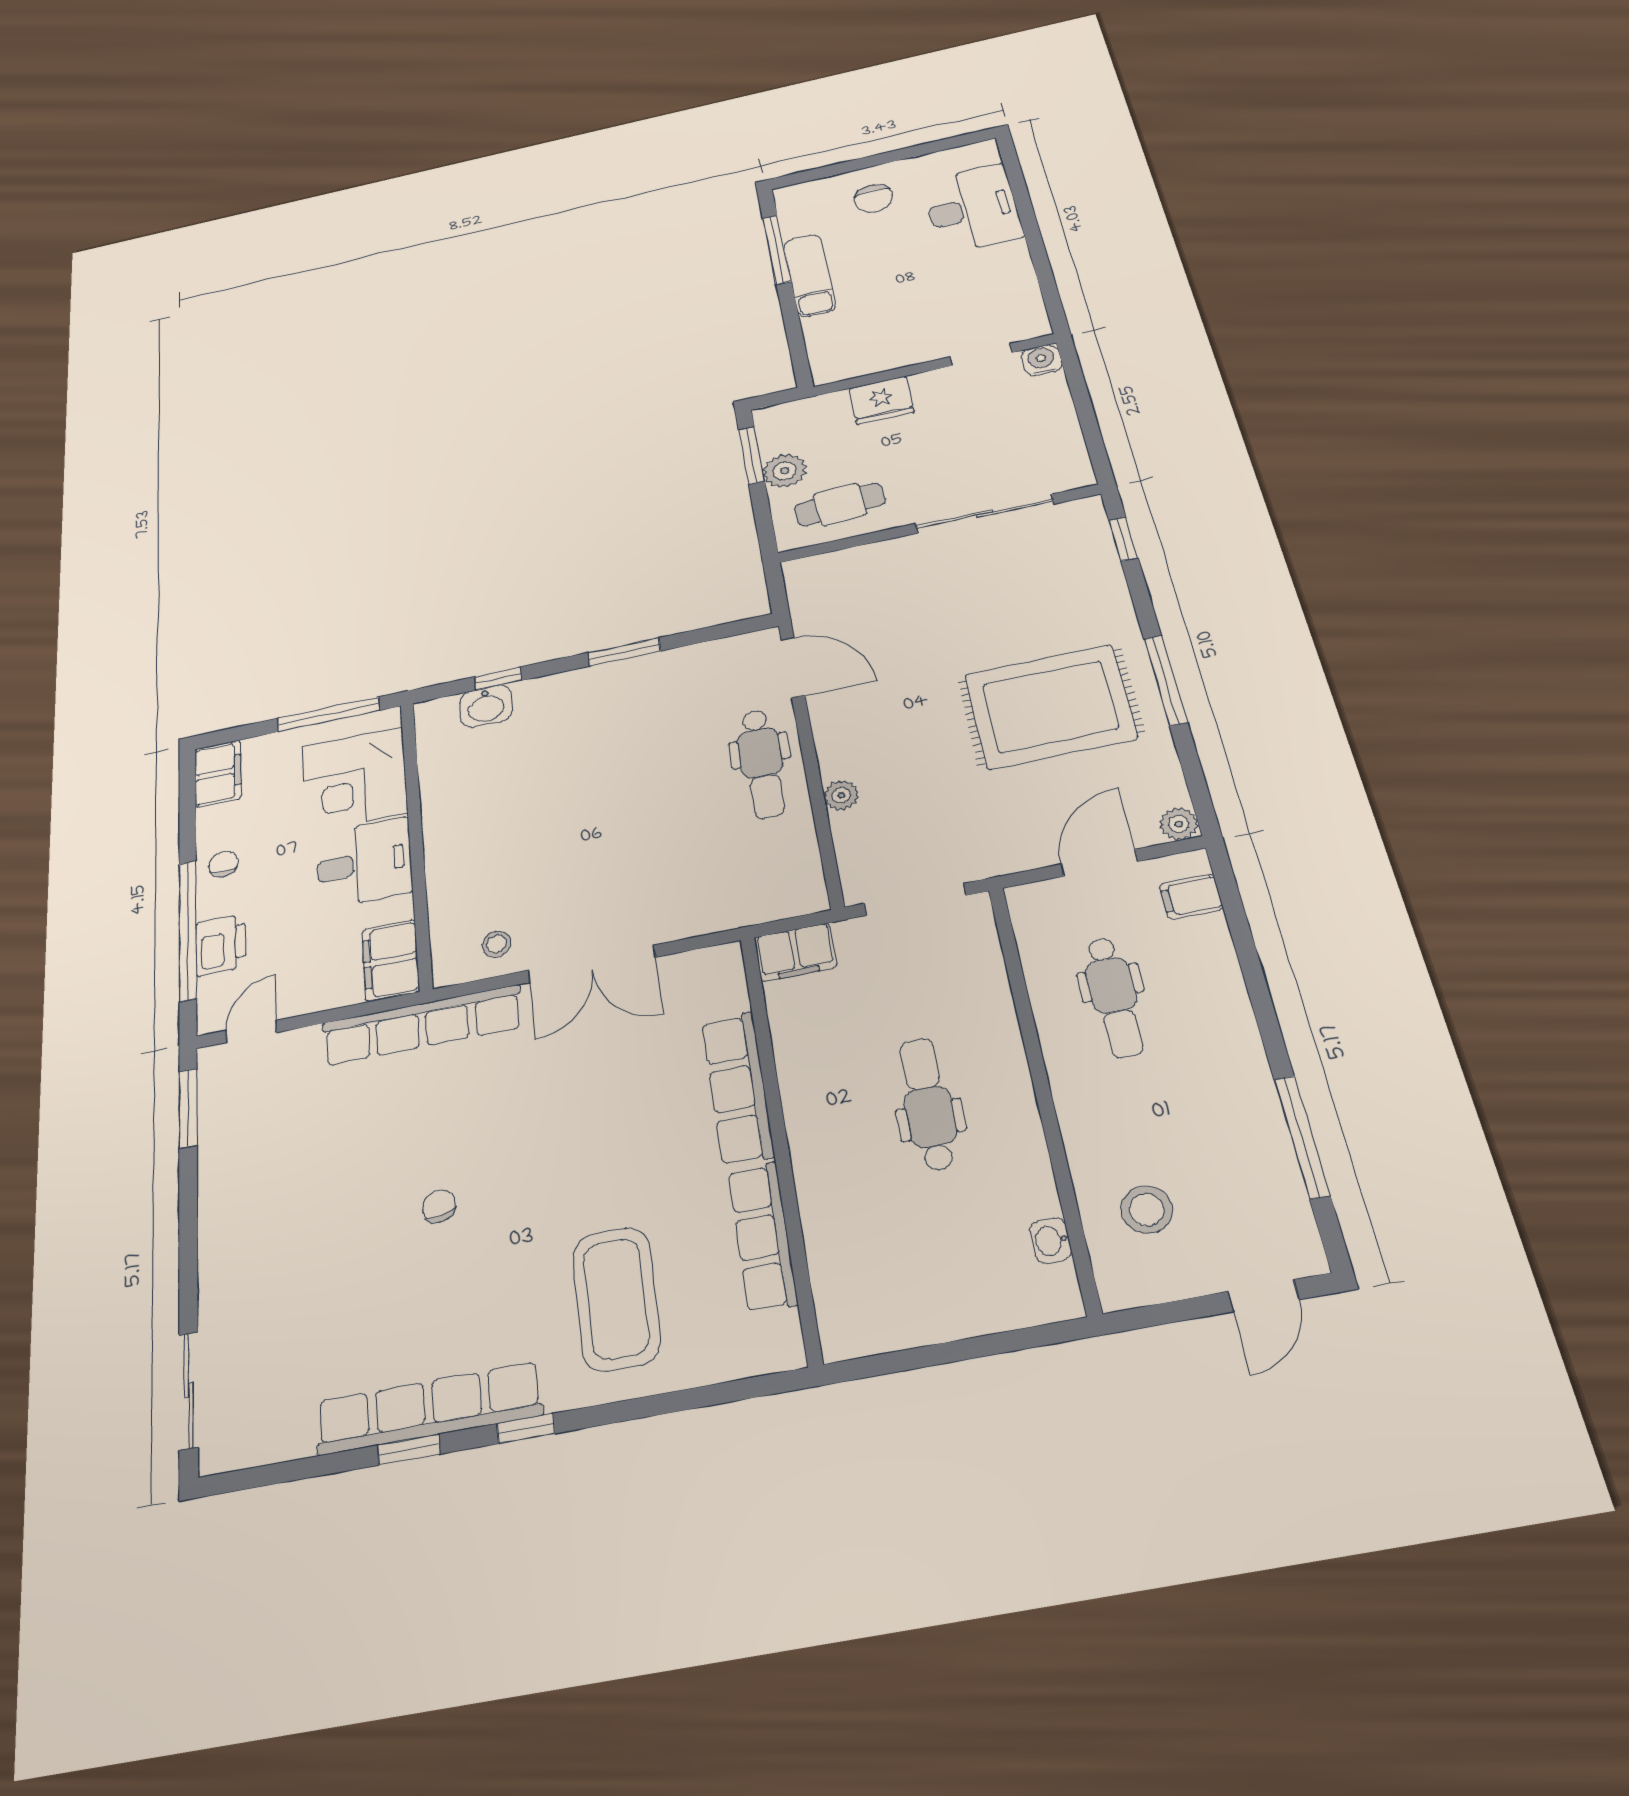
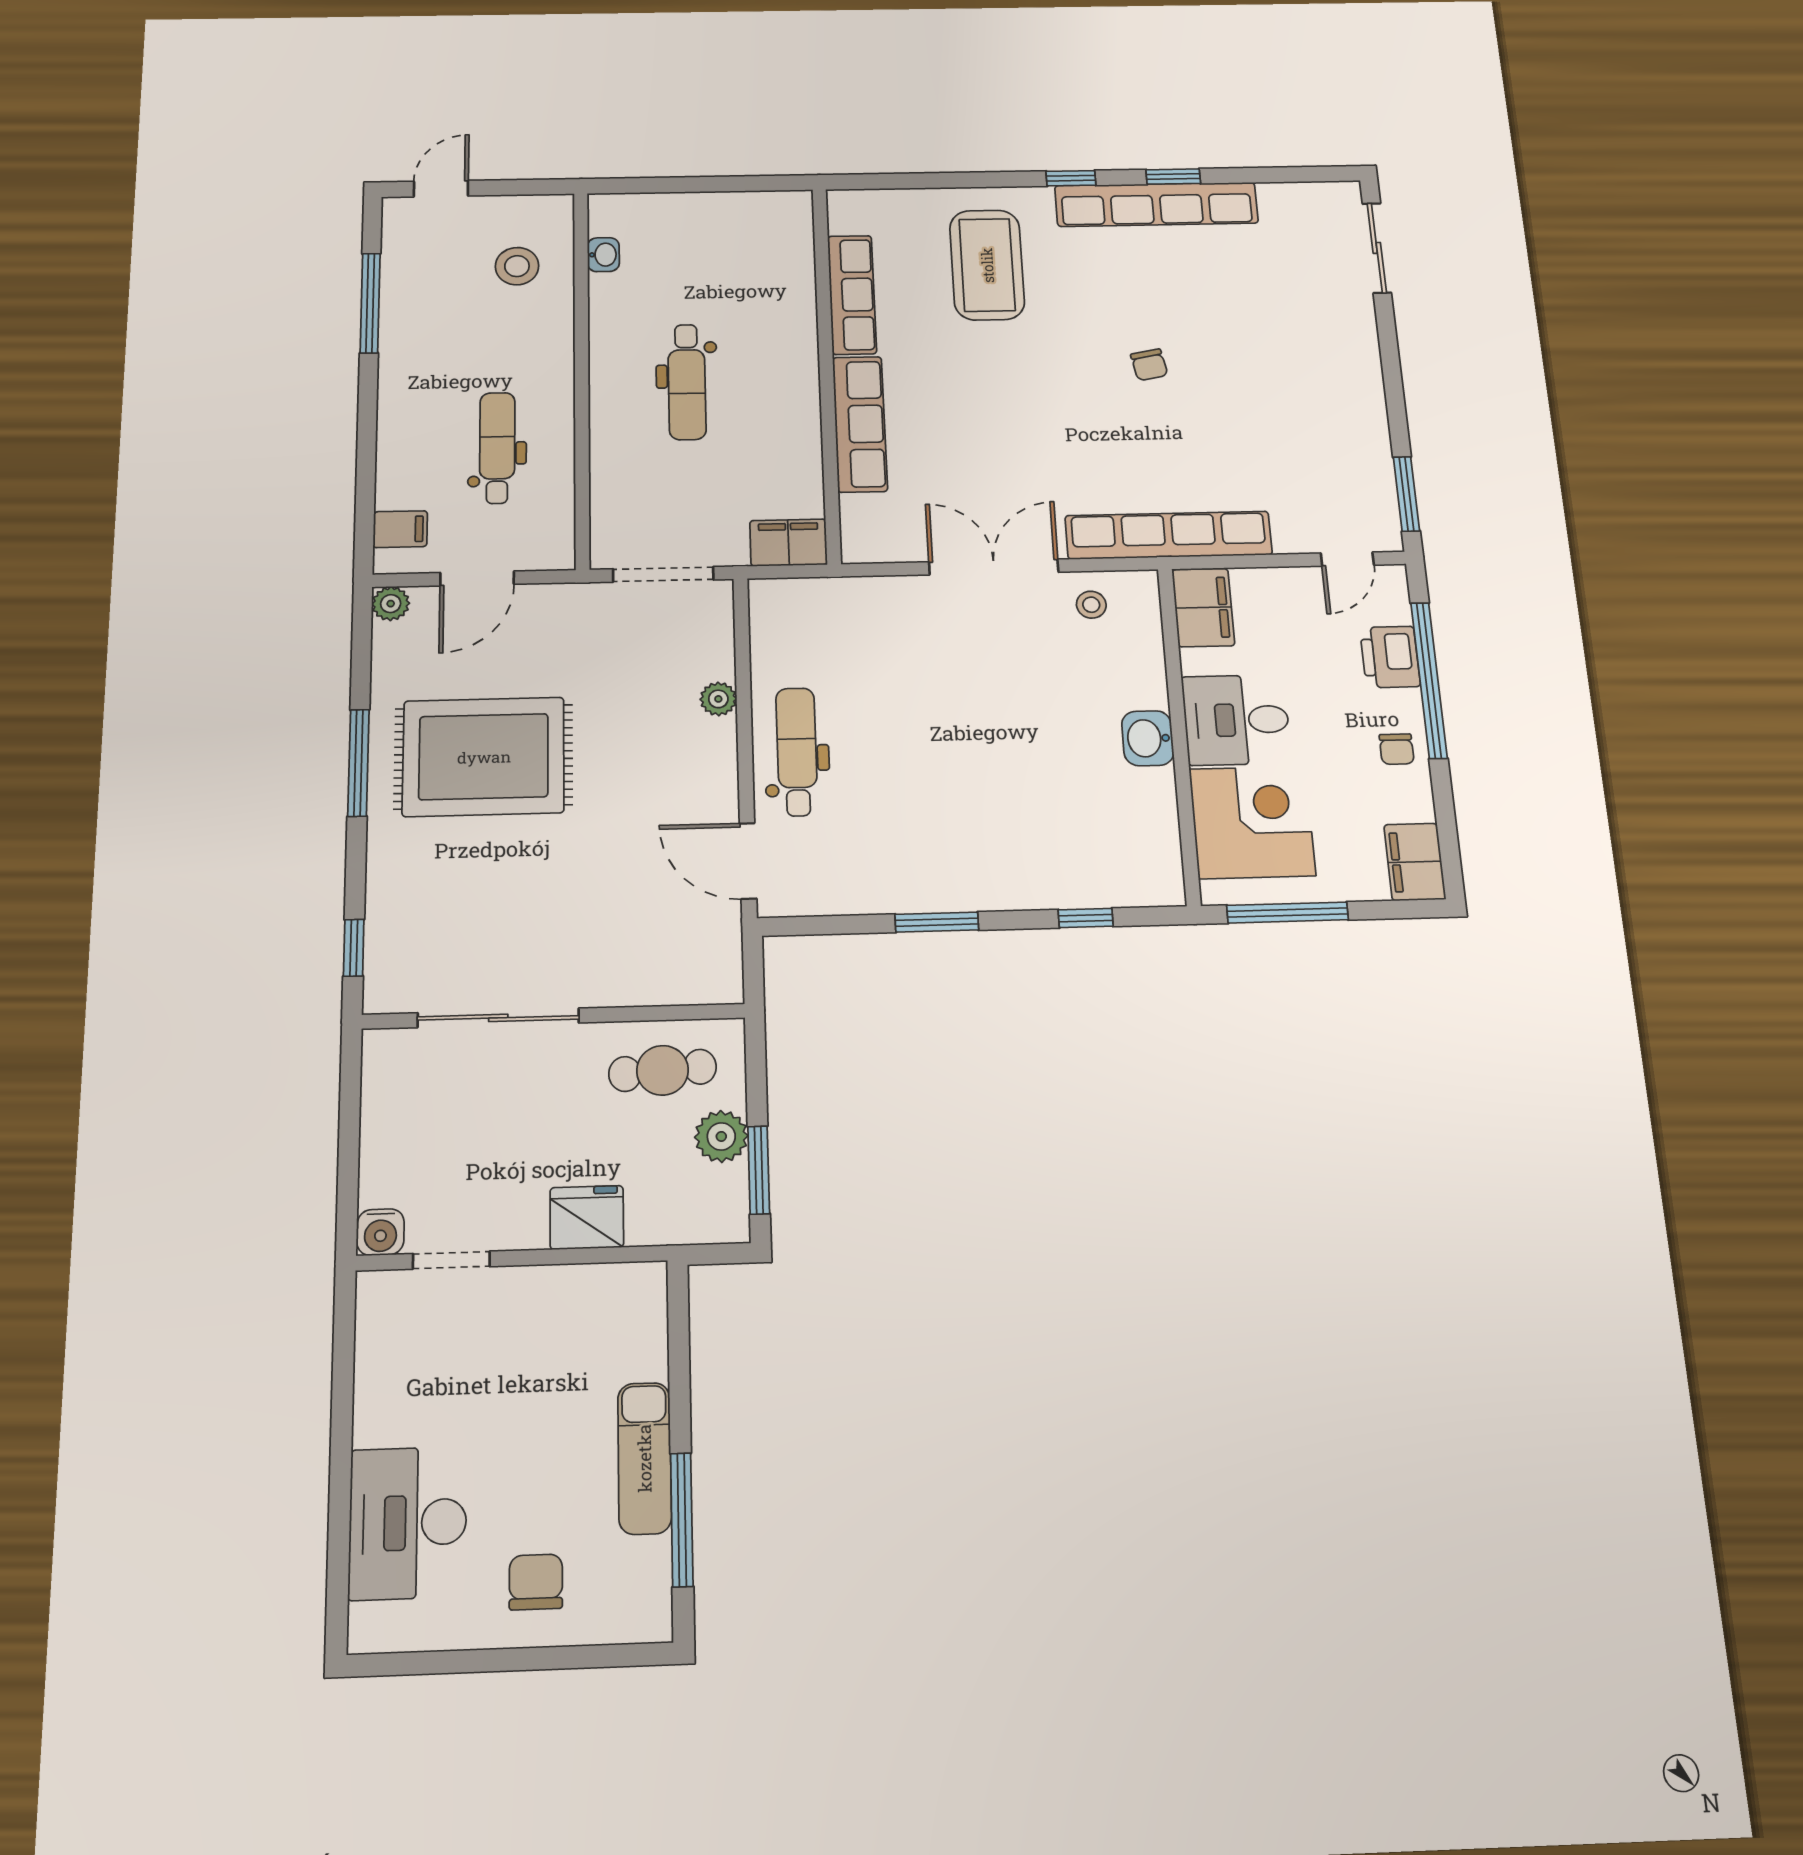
washbasin: (486, 706) -> (1148, 738), moved, turned -90

